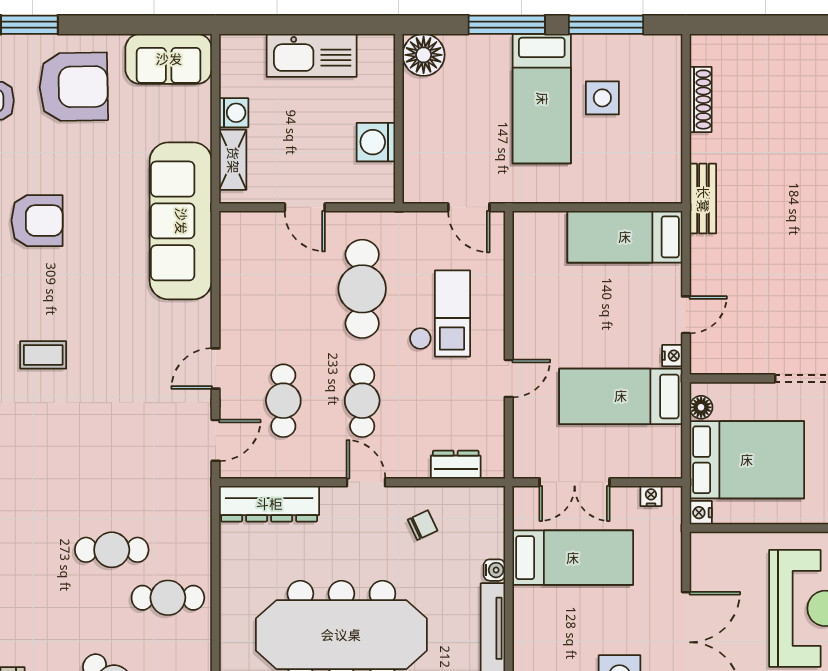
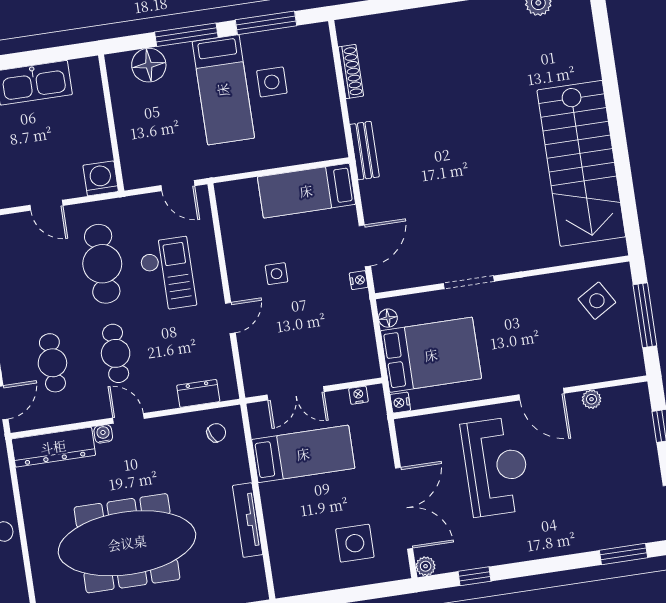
floor lamp: (424, 55) -> (149, 65), moved
washing machine: (376, 142) -> (101, 178), moved, turned 90
door: (686, 315) -> (365, 246), width x1.38
side table: (573, 333) -> (277, 274), added
bed: (621, 396) -> (322, 319), removed
chair: (423, 525) -> (216, 433), moved
water cooler: (494, 570) -> (103, 434), moved, turned -90

